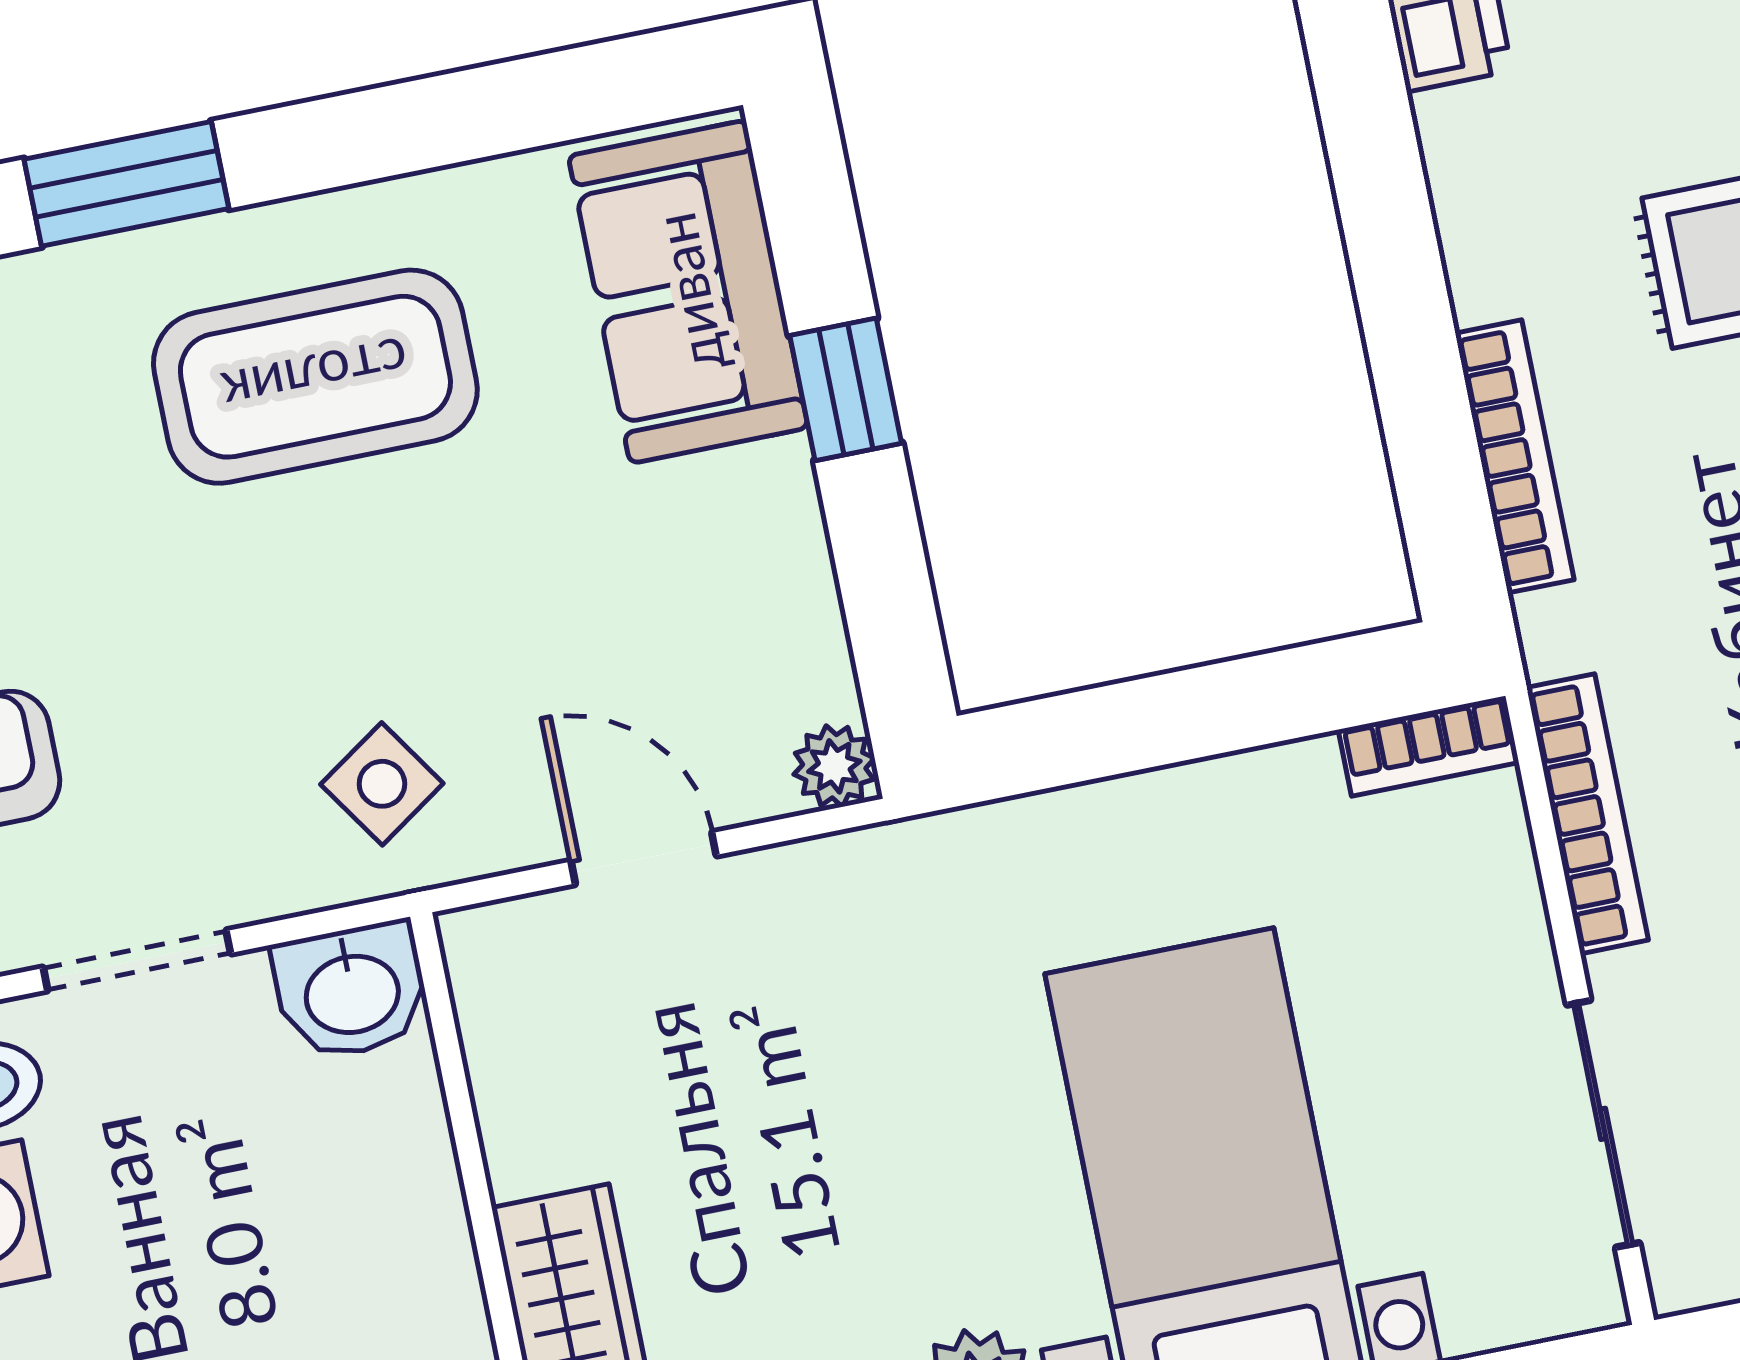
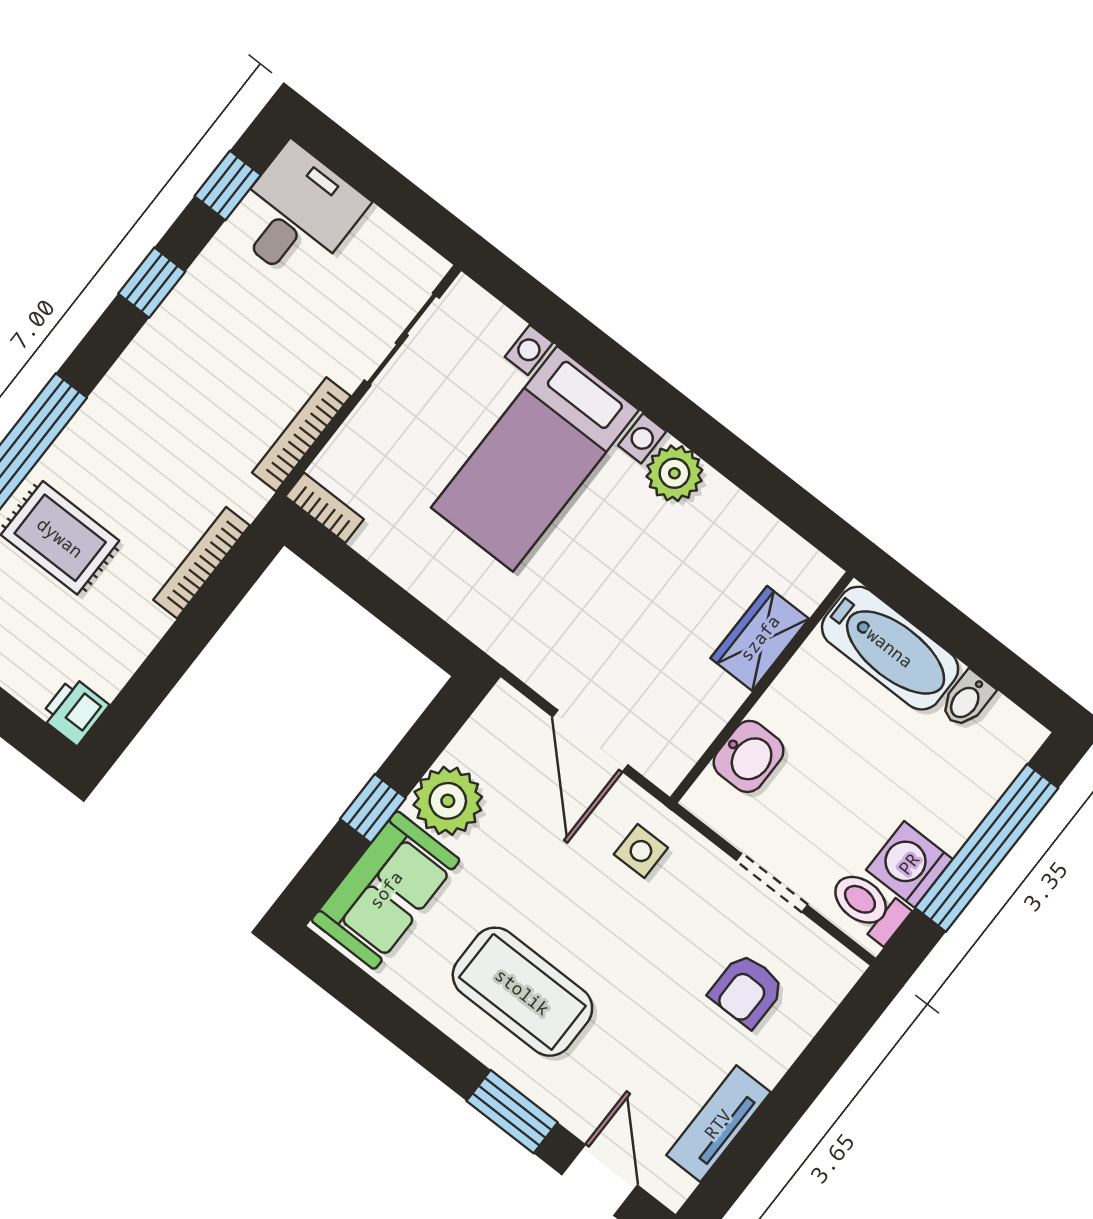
plant: (834, 766) -> (448, 801), moved, width x1.88, depth x1.88
side table: (382, 784) -> (641, 851), turned 34
door: (644, 858) -> (590, 741), width x1.38
washbasin: (352, 991) -> (749, 756), moved, turned 90

